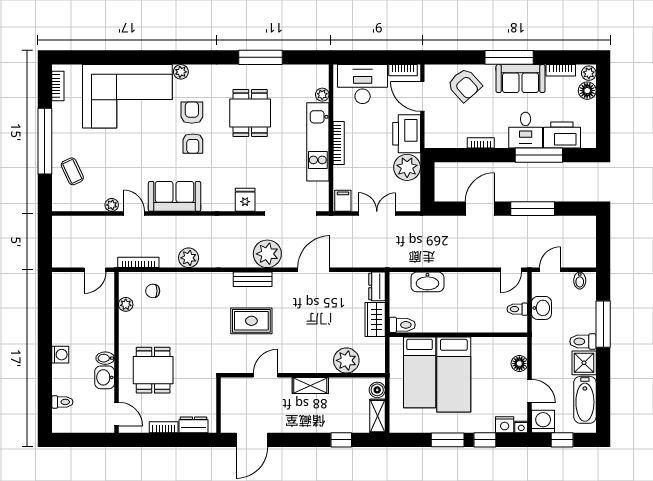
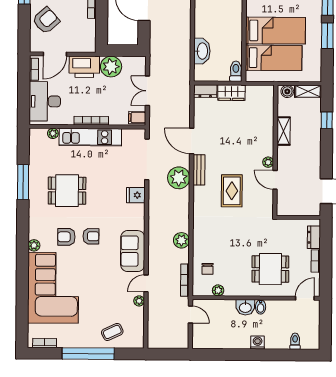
bench: (253, 279) -> (199, 170), moved
plant: (346, 360) -> (268, 162), moved, width x0.53, depth x0.53
washbasin: (105, 377) -> (245, 307), moved
shelving: (310, 385) -> (283, 131), moved

